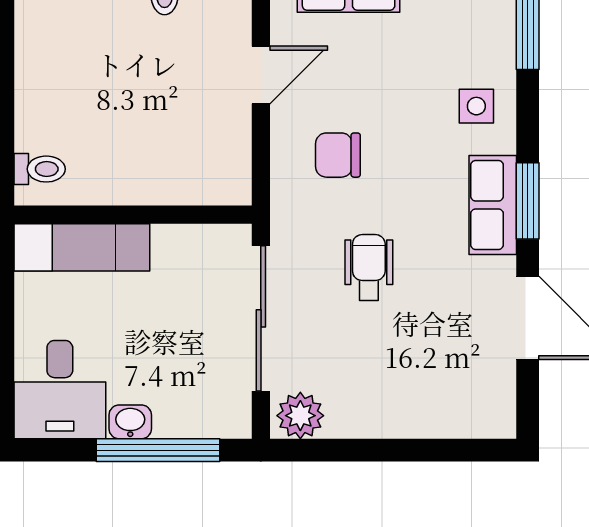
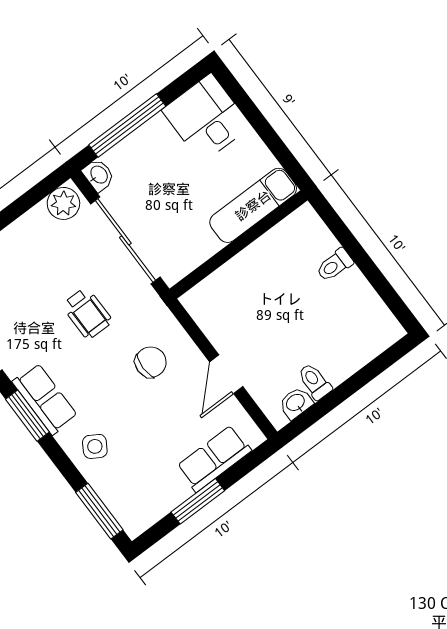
side table: (476, 106) -> (95, 446), turned 31
toilet: (40, 169) -> (335, 265), moved
washbasin: (130, 422) -> (99, 175), moved, turned -90

